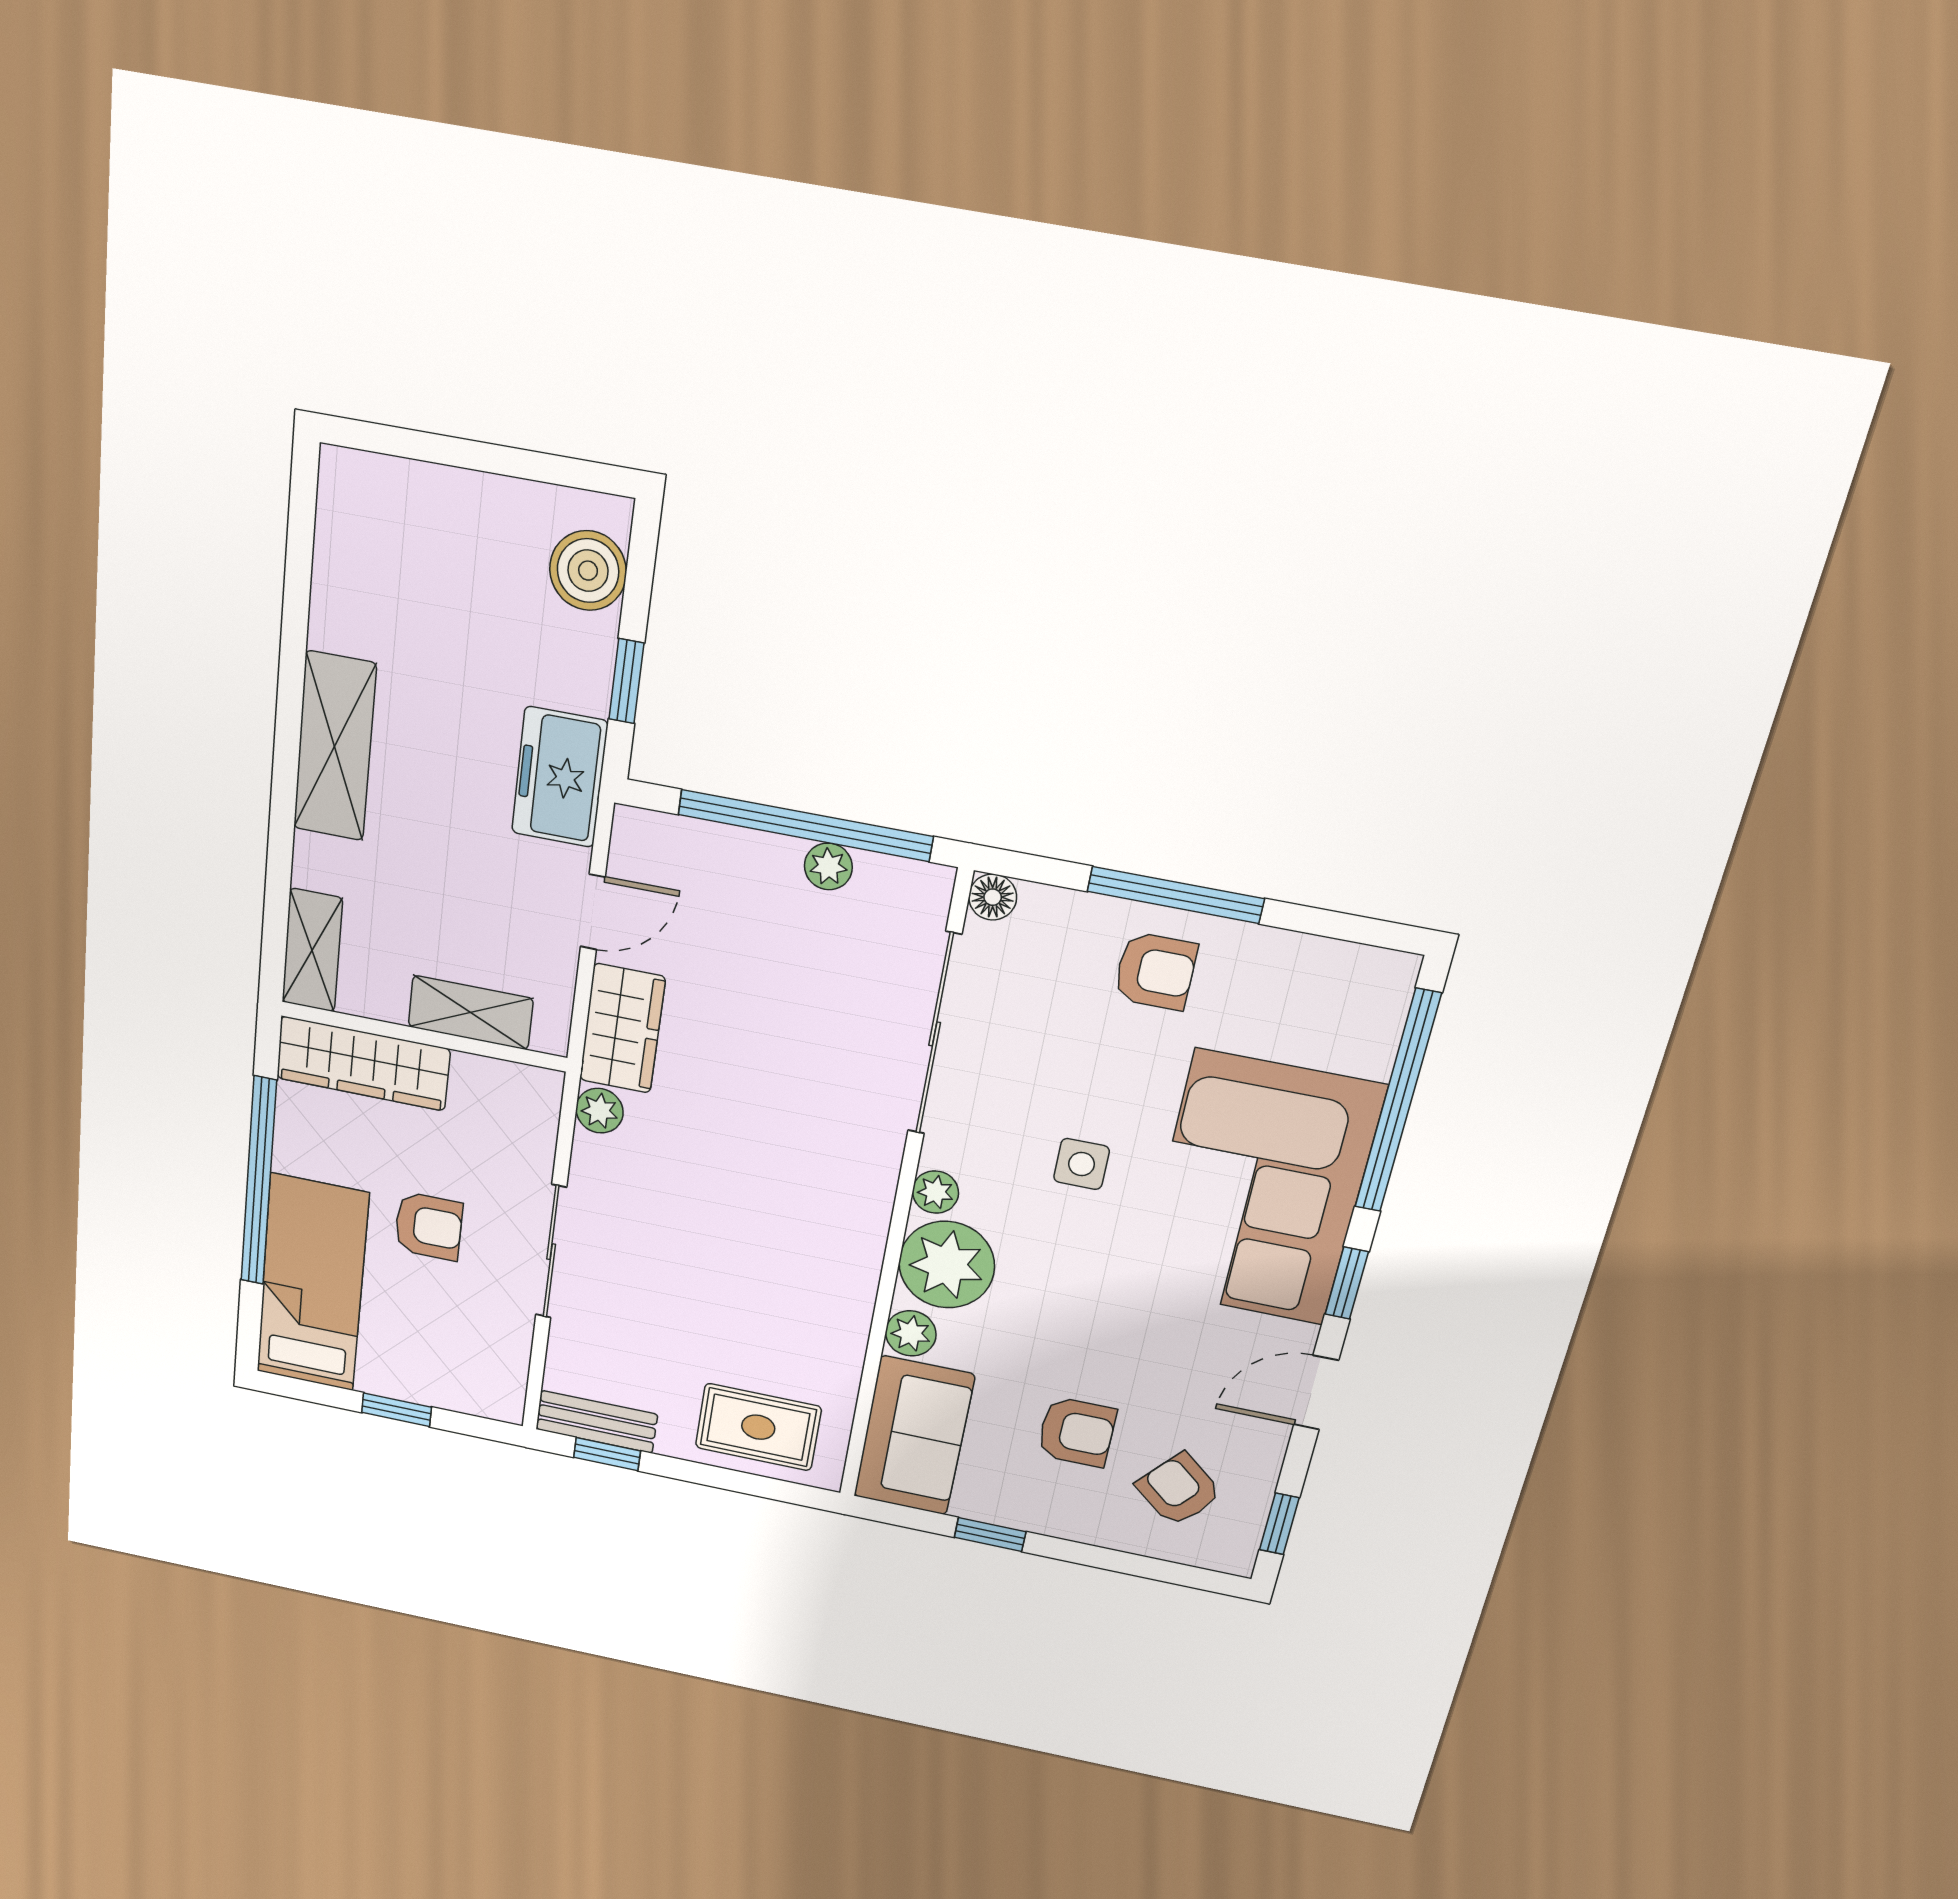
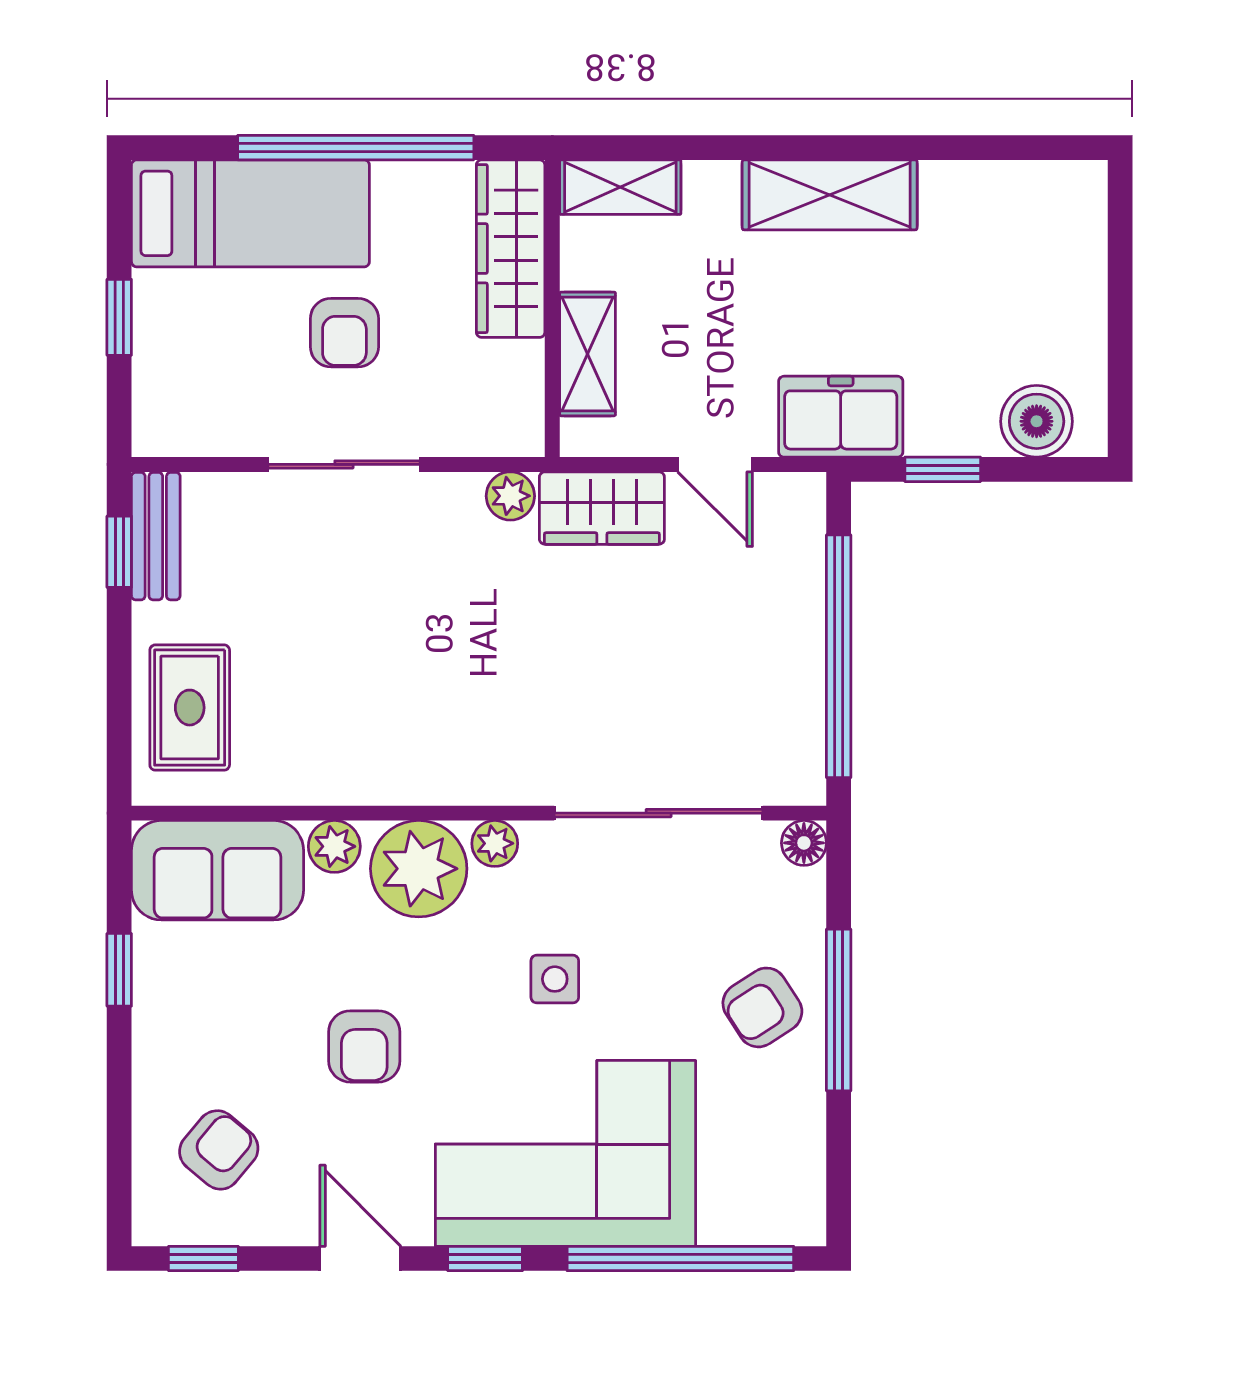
plant: (828, 867) -> (804, 684), removed
armchair: (1155, 971) -> (762, 1007), turned 57
armchair: (1077, 1432) -> (364, 1046), moved

